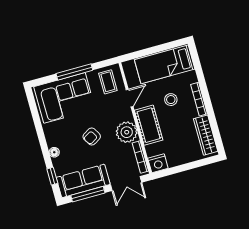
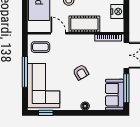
plant: (127, 132) -> (85, 43), removed
nightstand: (158, 163) -> (117, 11), moved
window: (52, 176) -> (46, 113), moved
sofa: (83, 181) -> (115, 95), width x0.73

